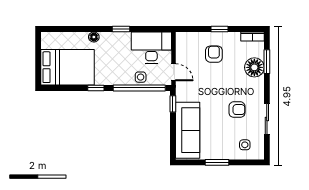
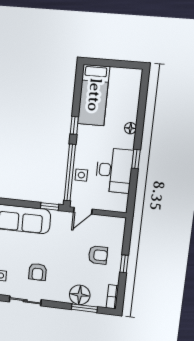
desk: (151, 48) -> (114, 170), moved
bed: (67, 67) -> (94, 95), width x0.67

